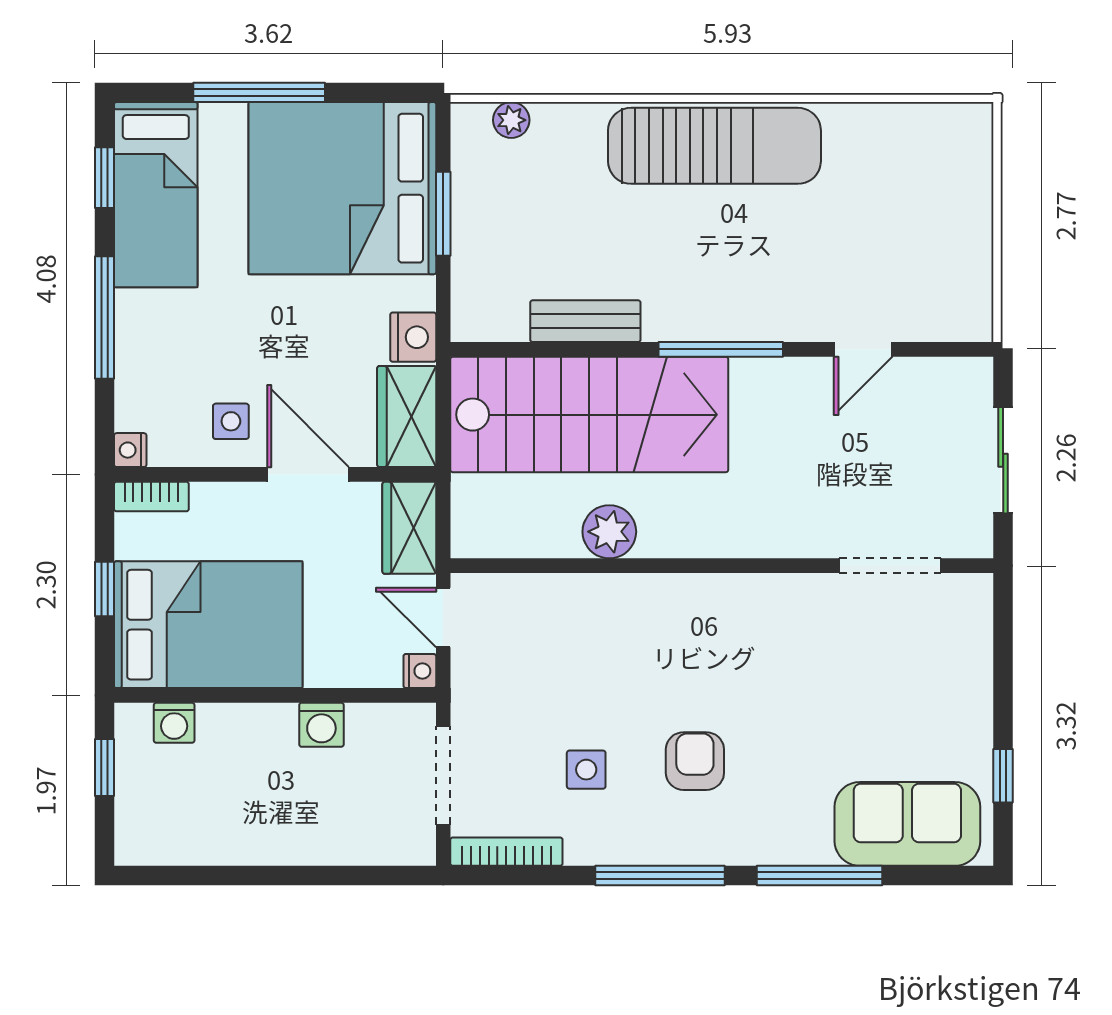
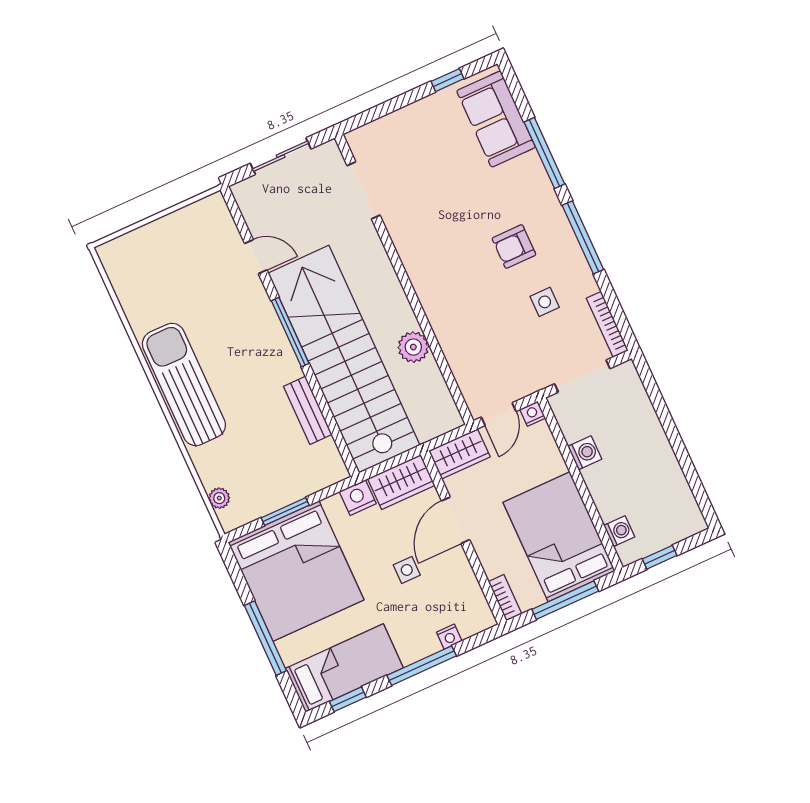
stairs: (589, 415) -> (344, 359), width x1.36
side table: (231, 421) -> (407, 570), moved
nightstand: (130, 450) -> (449, 637), moved
window: (104, 589) -> (565, 600), width x2.17

